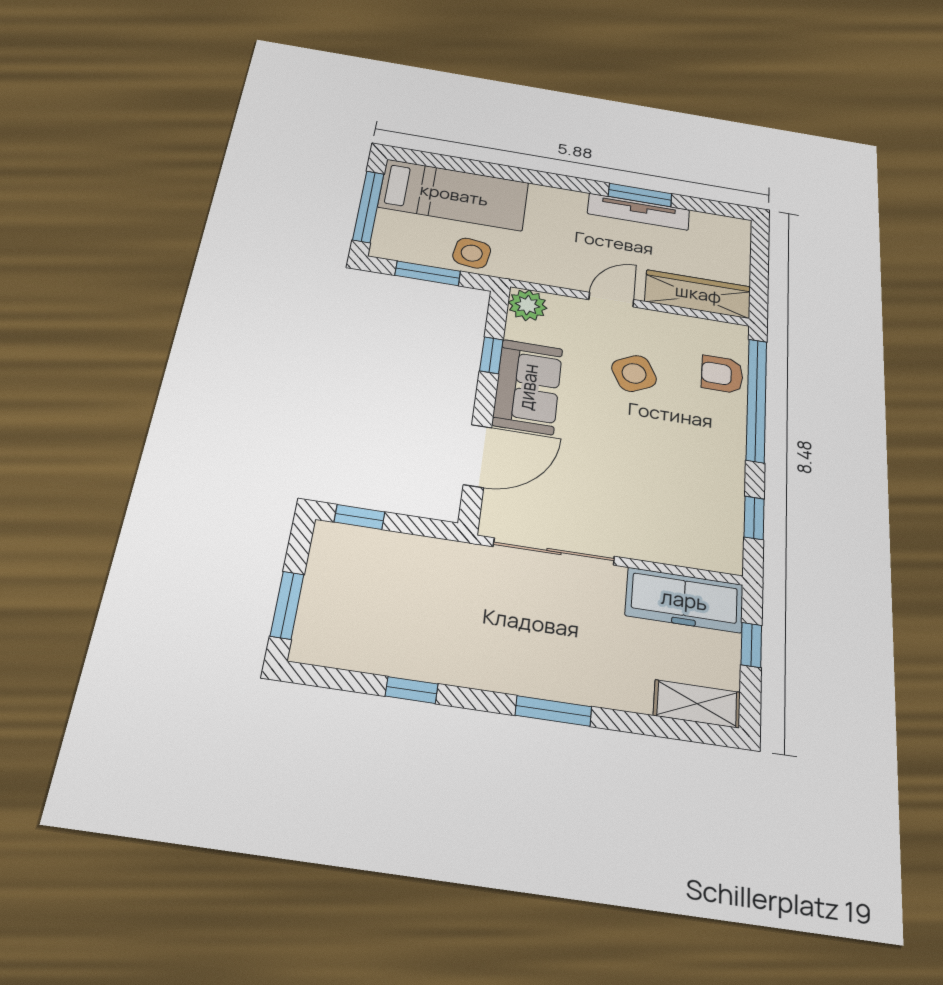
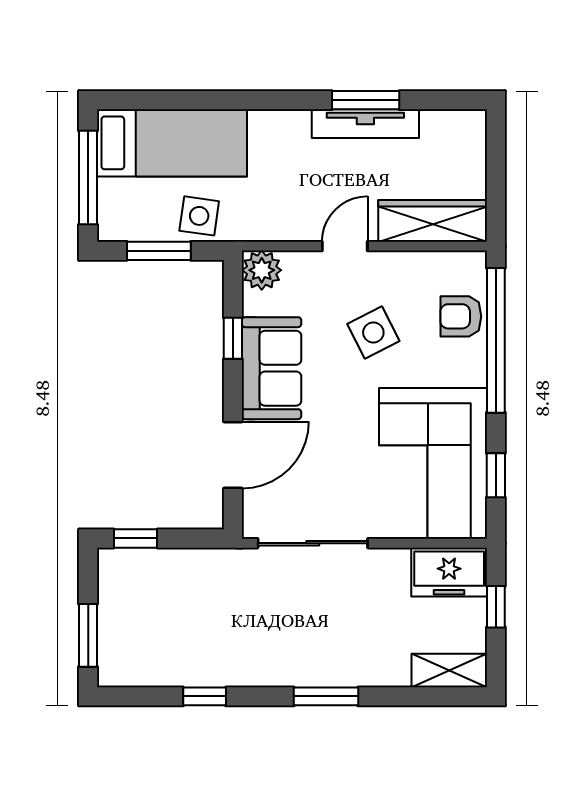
corner sofa: (688, 497) -> (433, 463), added
freezer: (684, 600) -> (449, 572), width x0.71

